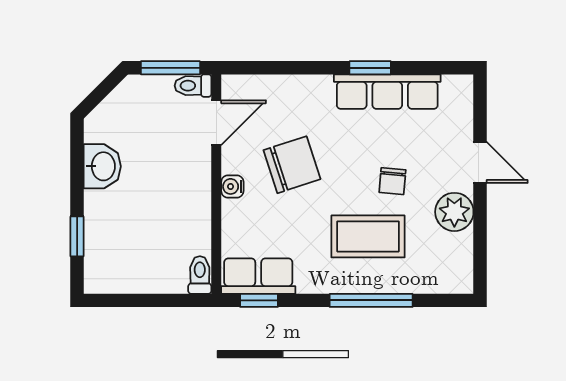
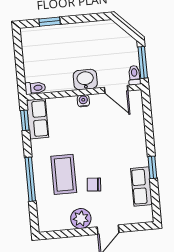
row of seats: (387, 92) -> (142, 187), width x0.68
chair: (292, 165) -> (98, 131), removed
washbasin: (102, 166) -> (85, 80), moved, turned 180

